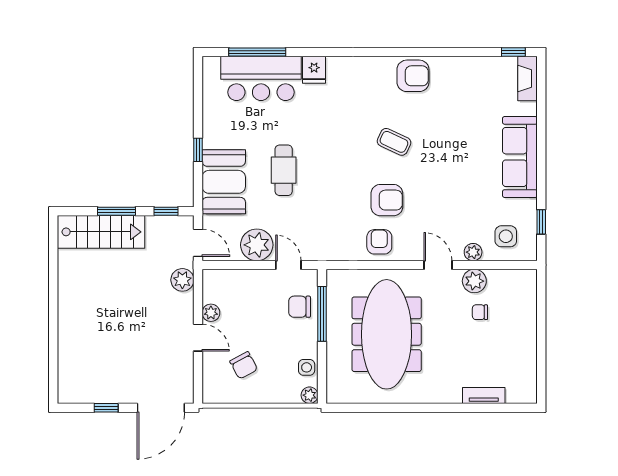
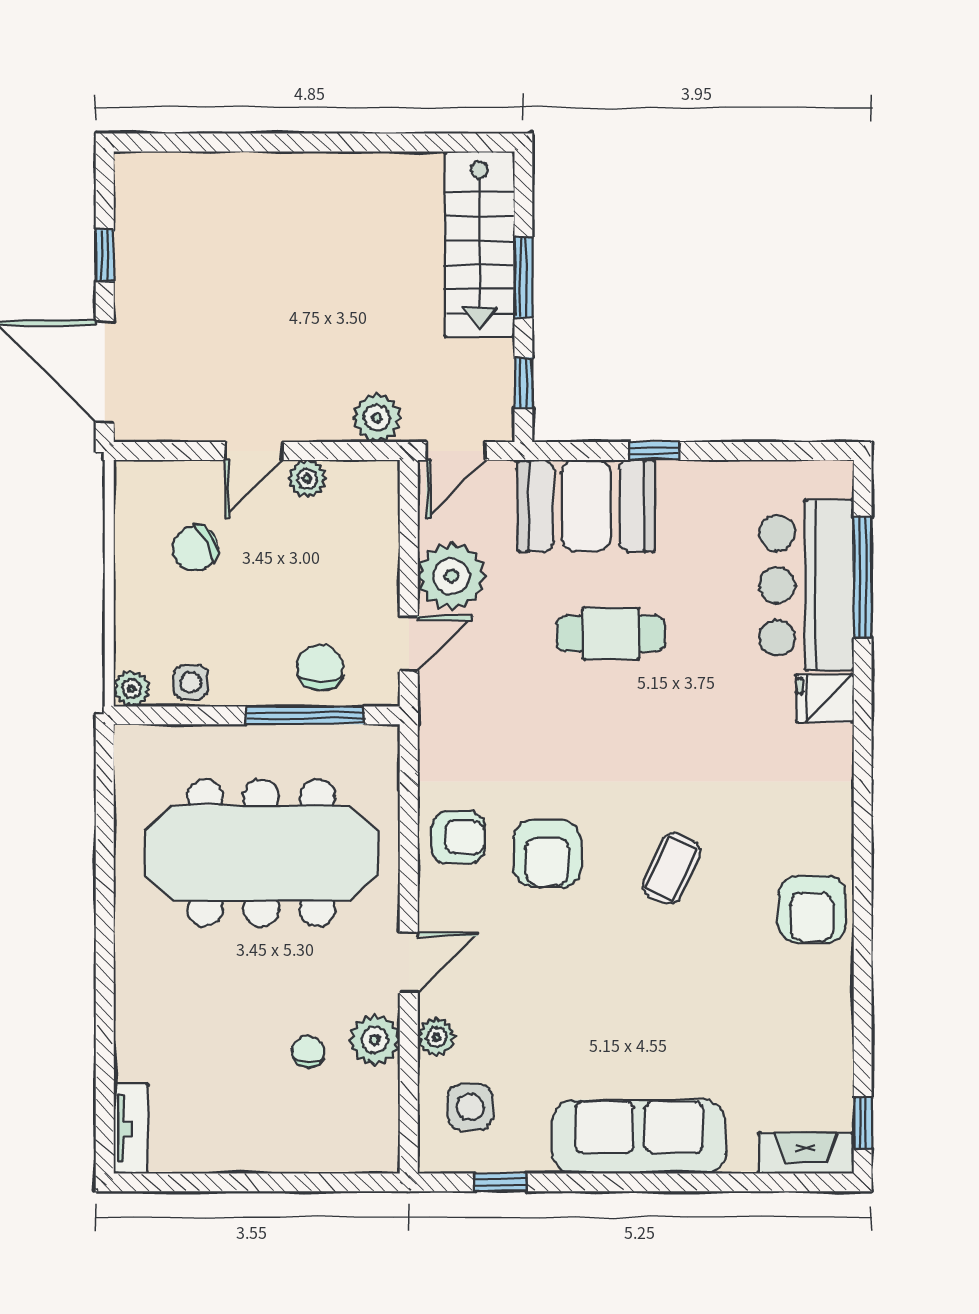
tv unit: (484, 395) -> (131, 1128), moved

